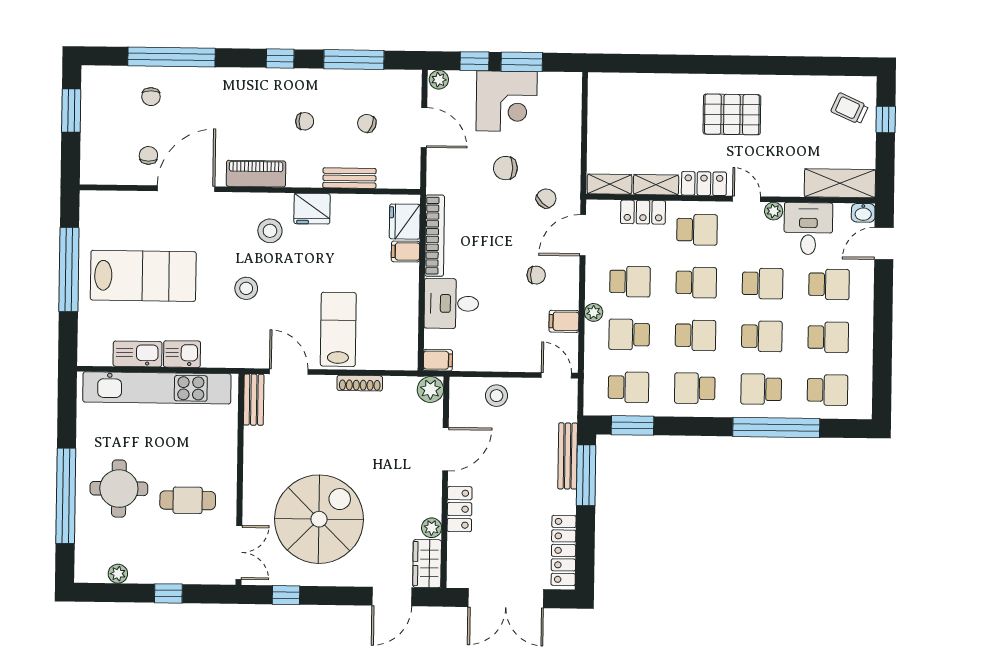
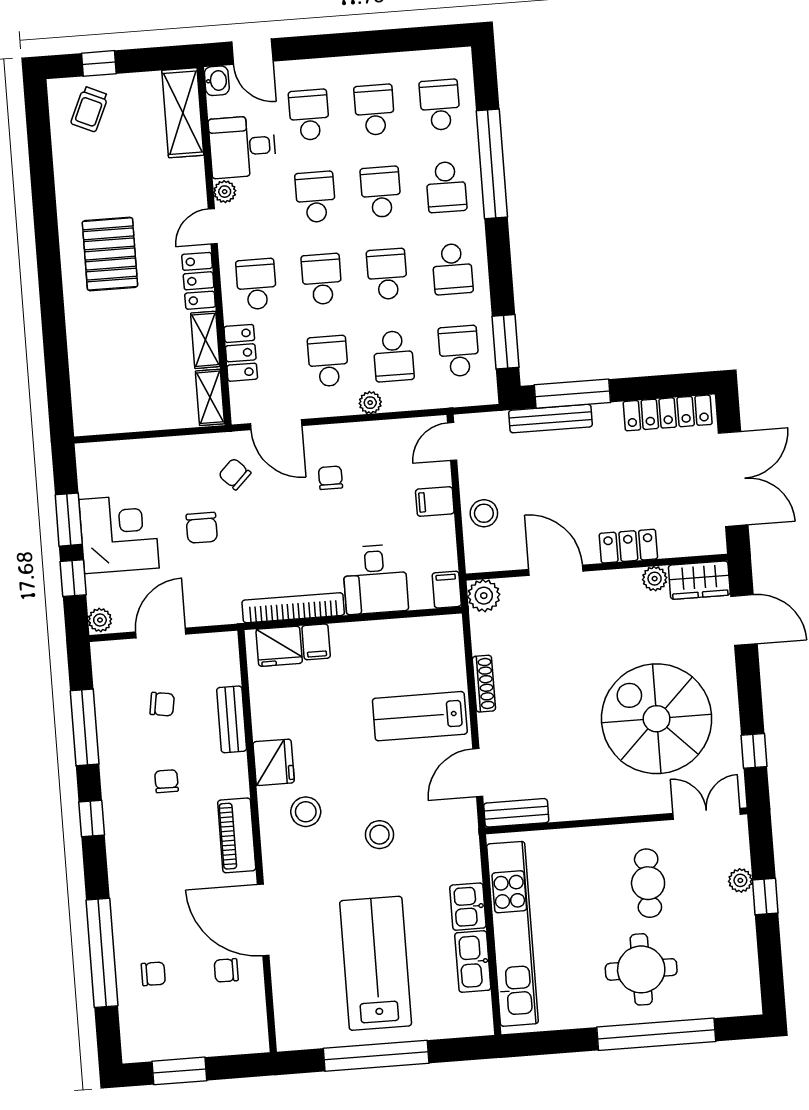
chair: (367, 123) -> (162, 704), turned -101
filing cabinet: (564, 321) -> (435, 501), moved, turned 90
plant: (118, 574) -> (740, 880), moved

